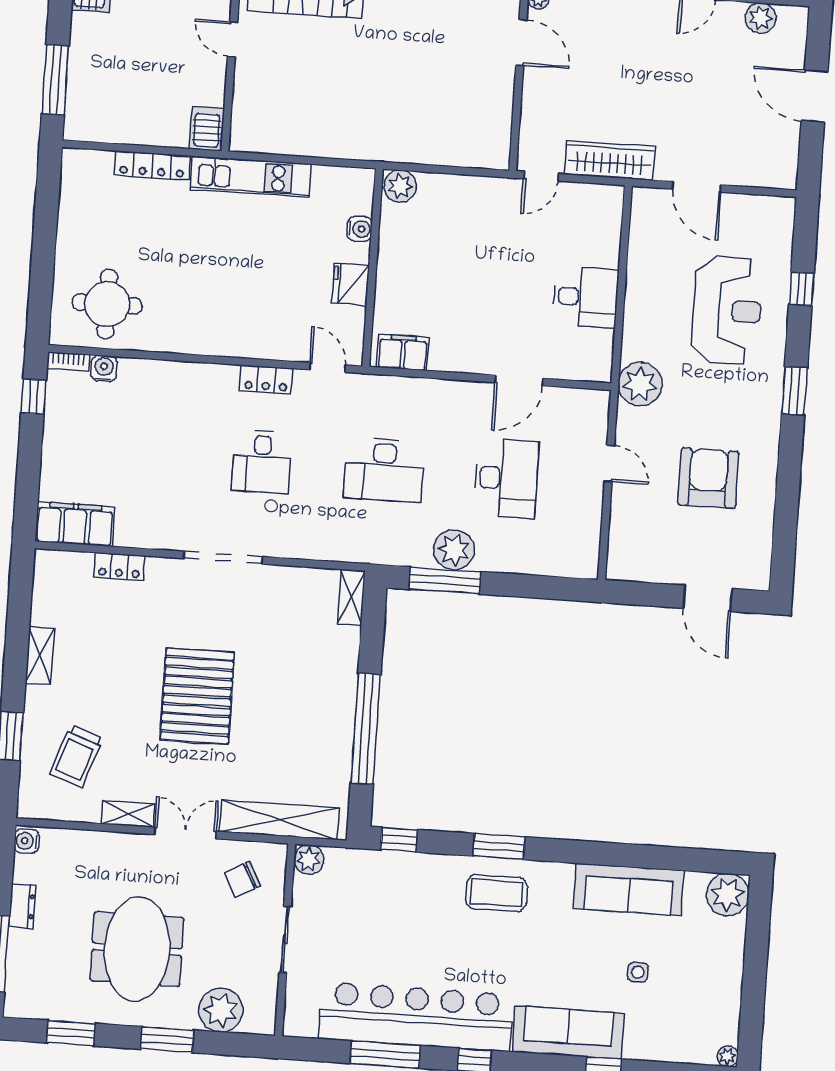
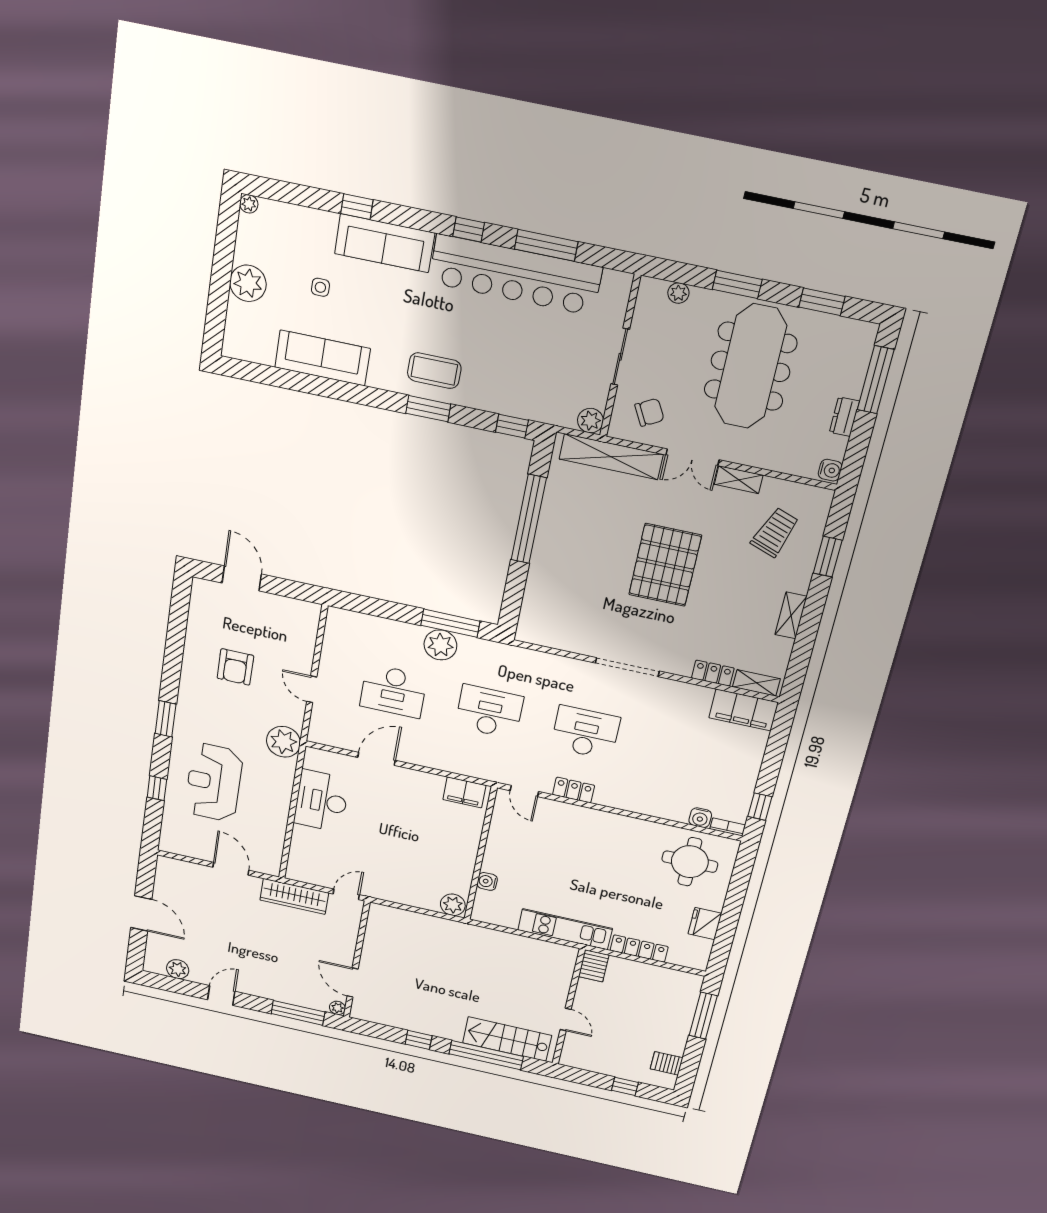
fridge: (351, 284) -> (705, 924), moved, turned 180
desk: (586, 297) -> (321, 801), width x1.37
desk: (262, 462) -> (585, 732), width x1.37
desk: (506, 478) -> (393, 691), turned -90
armchair: (708, 478) -> (235, 667), width x0.73, depth x0.73
shelving: (351, 598) -> (756, 683), moved, turned 90
plant: (728, 895) -> (248, 283), moved
meeting table: (137, 949) -> (750, 366), width x1.36
plant: (221, 1010) -> (678, 293), width x0.53, depth x0.53

